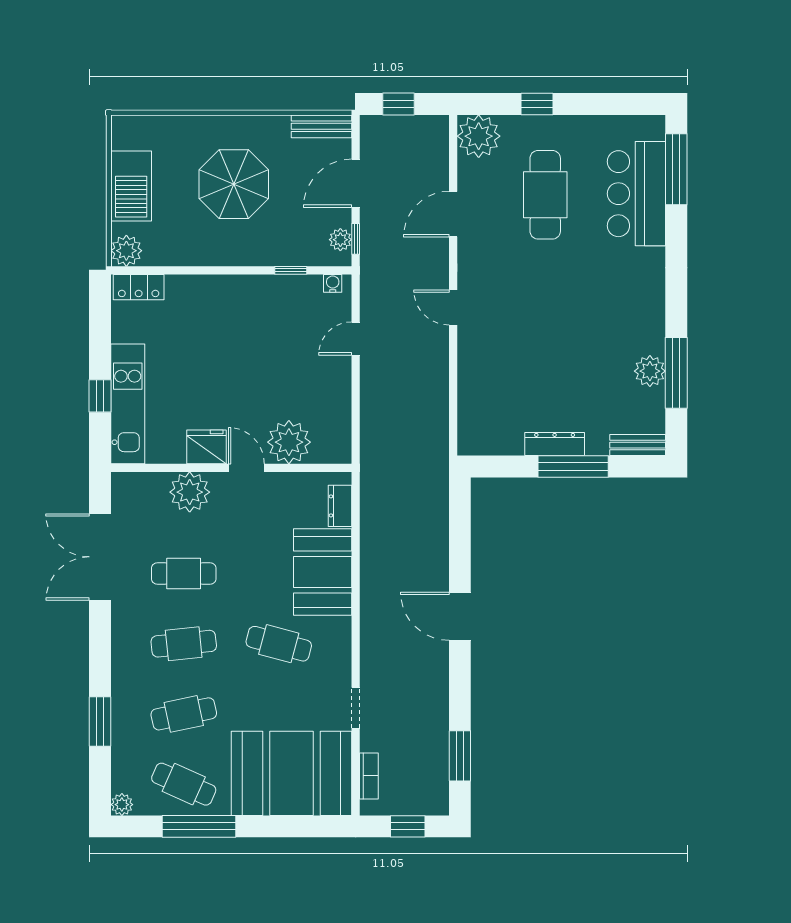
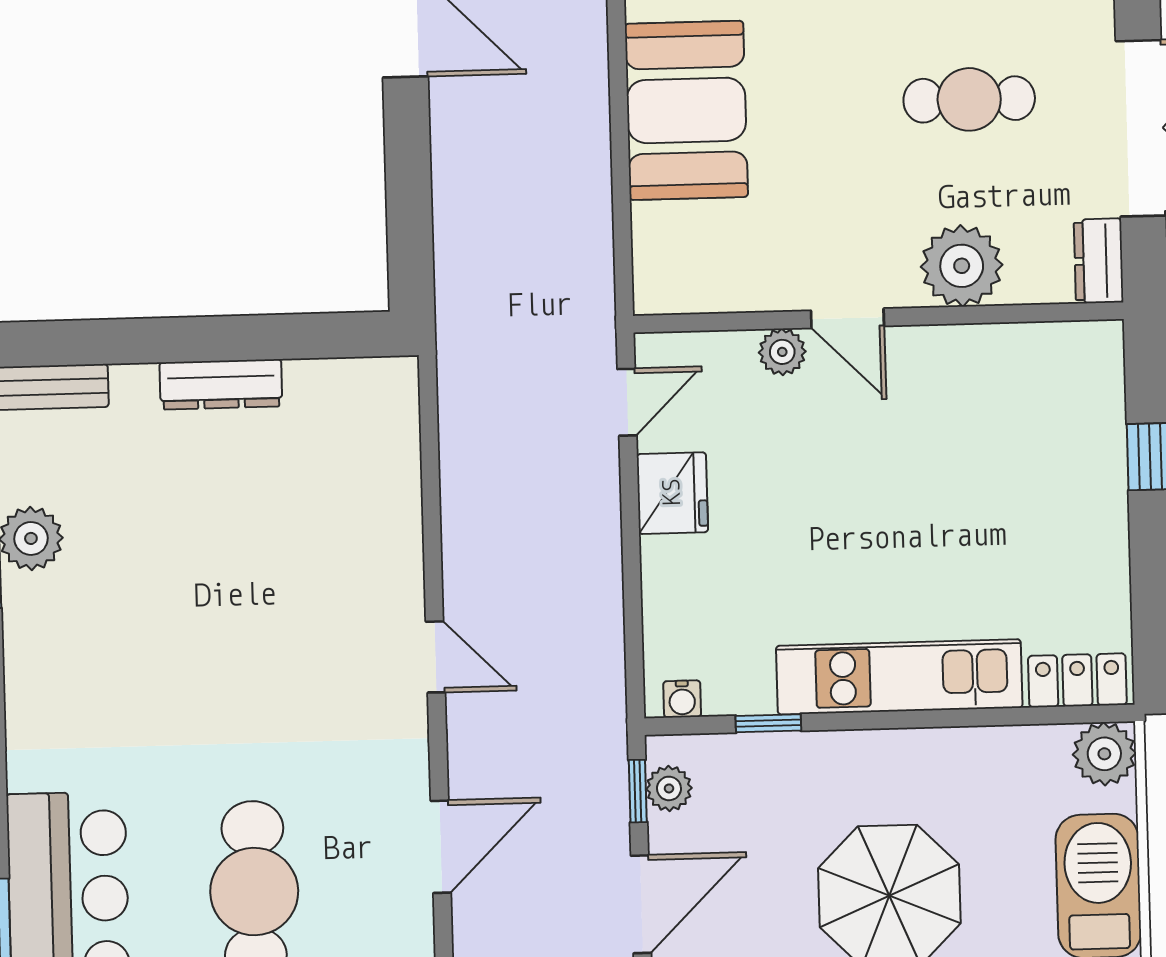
door: (356, 339) -> (627, 402), moved
kitchen unit: (128, 404) -> (899, 677), moved, turned 90
plant: (289, 442) -> (782, 352), width x0.53, depth x0.53
fridge: (206, 447) -> (672, 493), moved, turned -90
window: (573, 466) -> (182, 340), removed
dresser: (340, 506) -> (1099, 261), moved, turned 180

